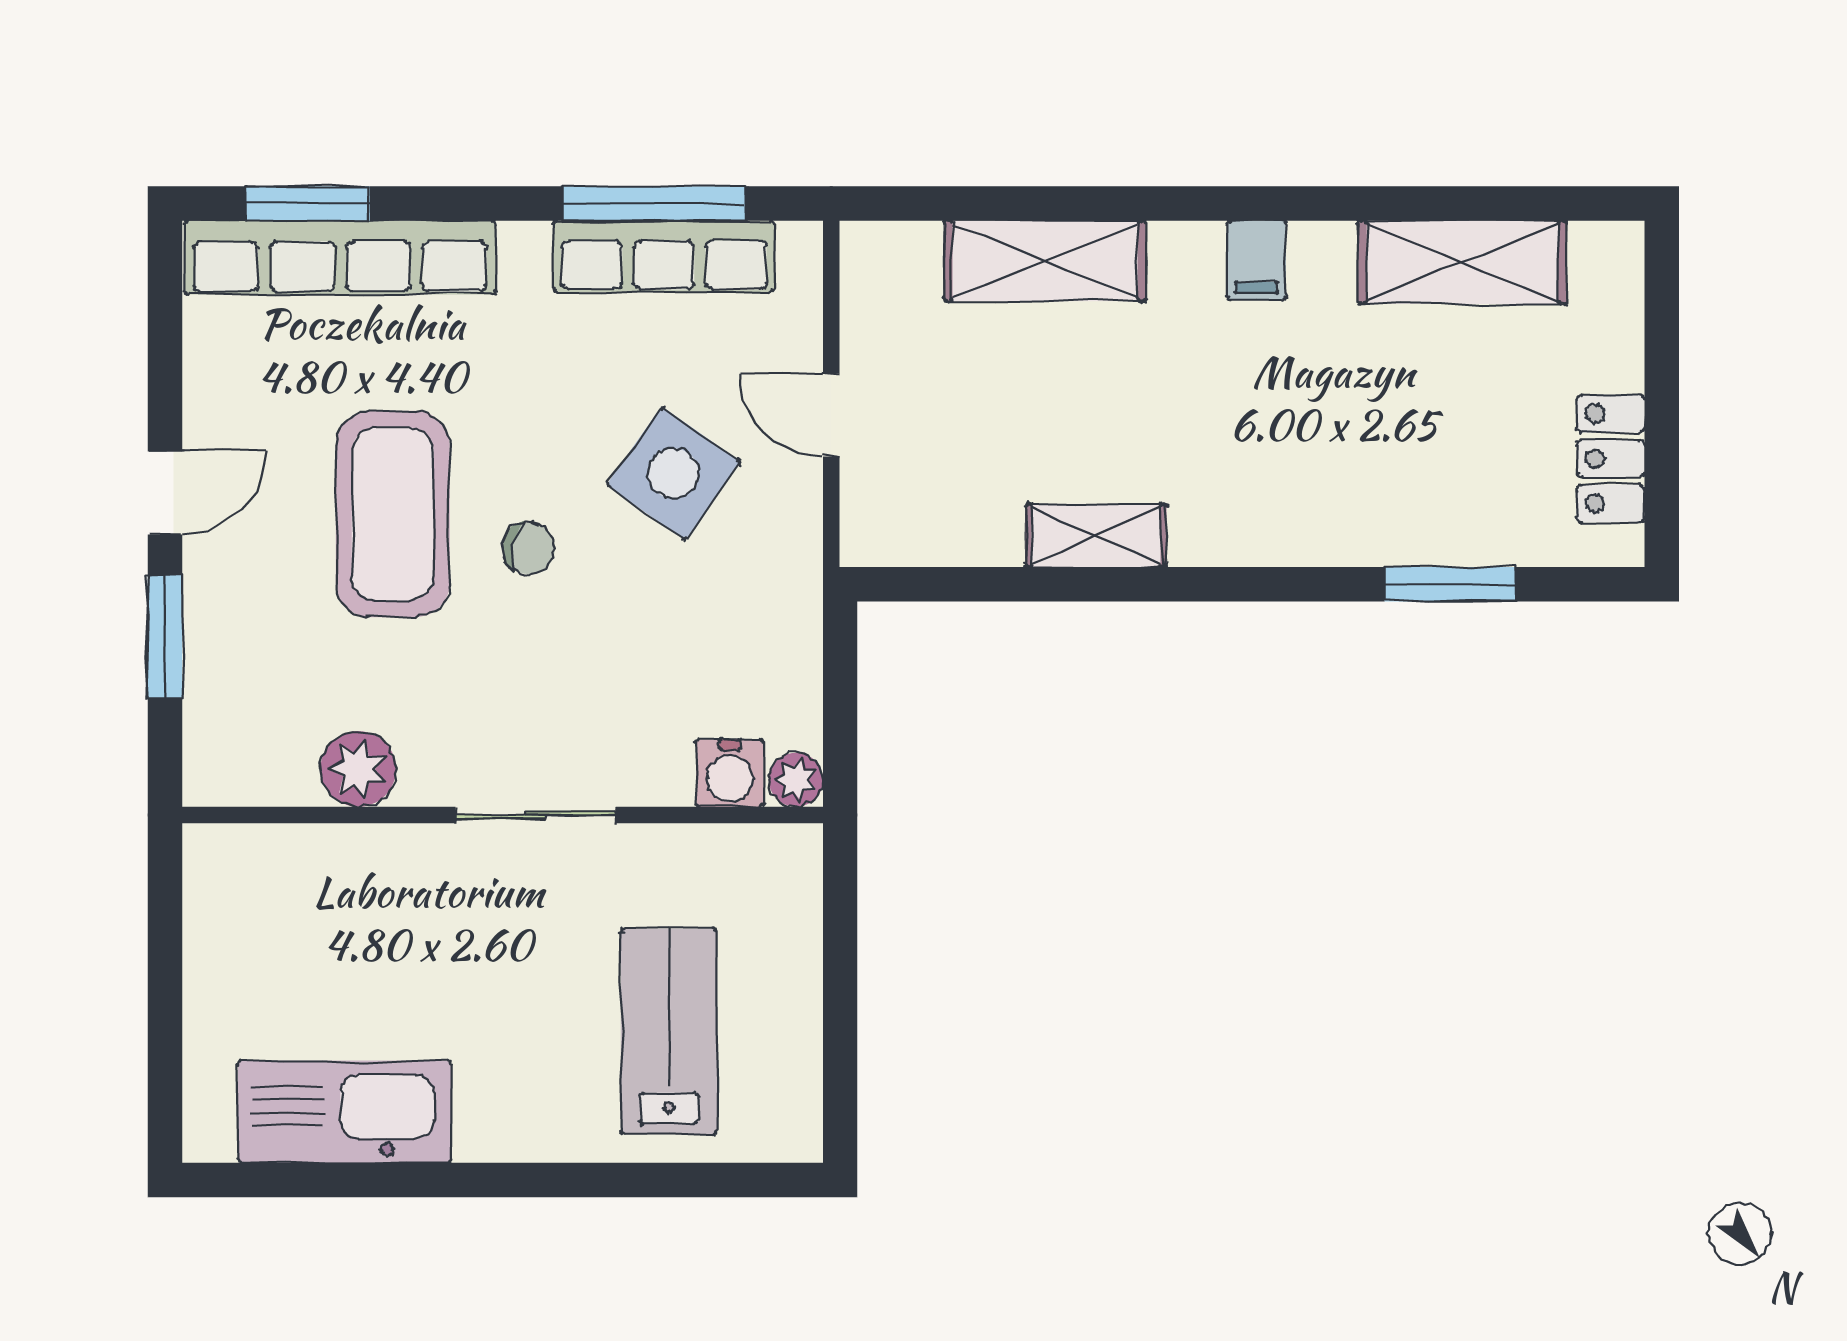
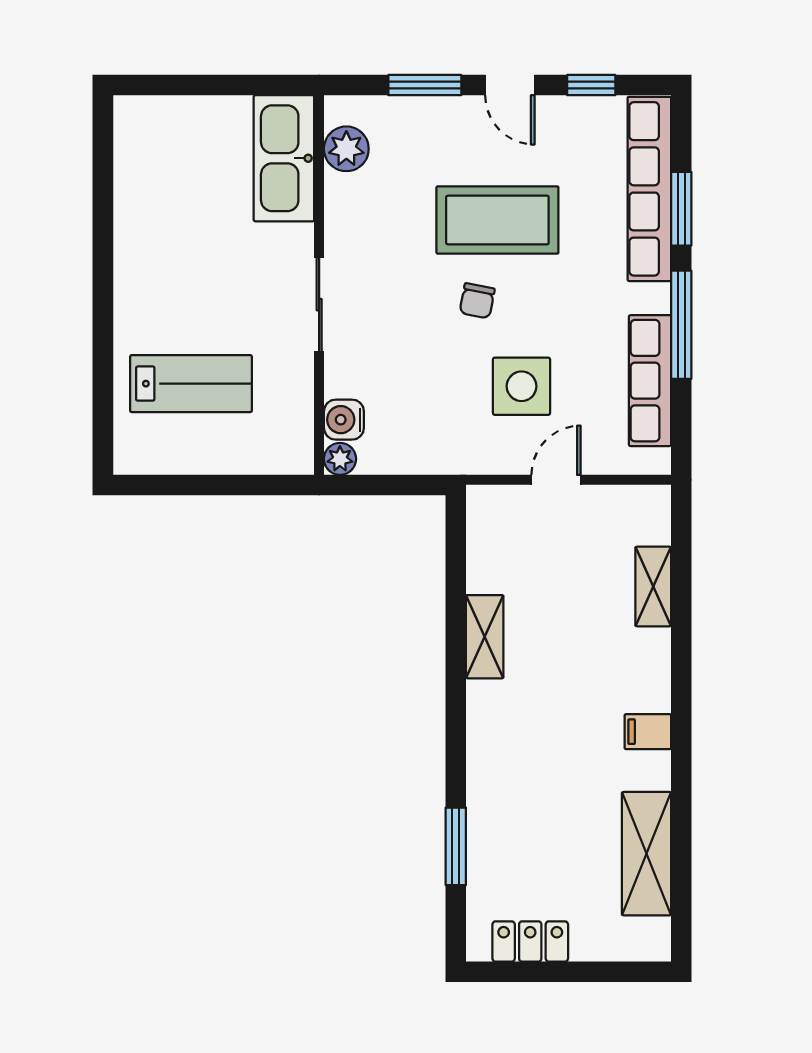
window: (307, 204) -> (681, 209), moved
window: (654, 204) -> (681, 325), moved
shelving: (1045, 261) -> (653, 587), width x0.67, depth x0.75
window: (165, 356) -> (591, 85), added
side table: (673, 473) -> (522, 386), turned -35
plant: (358, 769) -> (346, 149), moved
kitchen sink: (345, 1112) -> (284, 158), moved, turned 180

